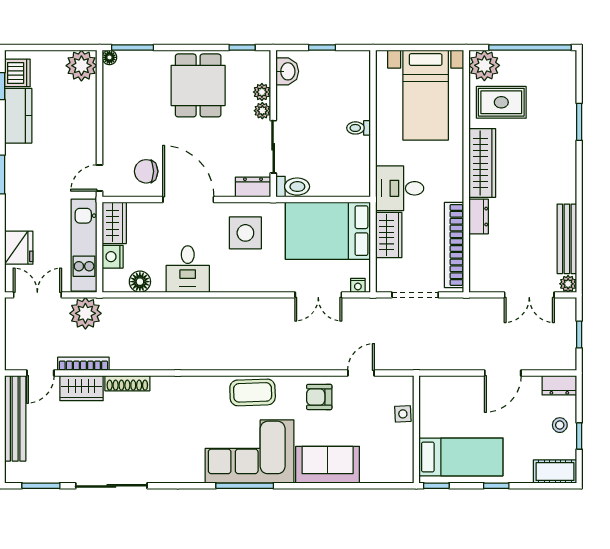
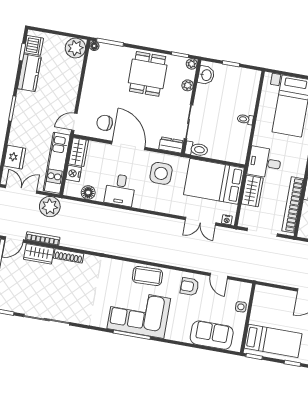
plant: (262, 111) -> (192, 64), moved
door: (361, 373) -> (219, 276), swing flipped
sofa: (328, 465) -> (212, 335), moved

